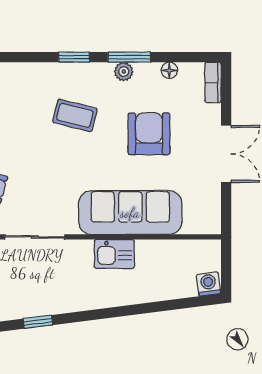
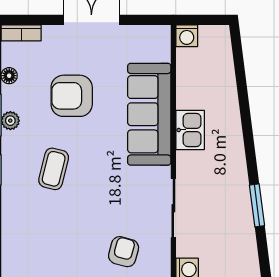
washing machine: (208, 284) -> (187, 36), moved, turned -83
window: (38, 322) -> (257, 205), width x1.50

